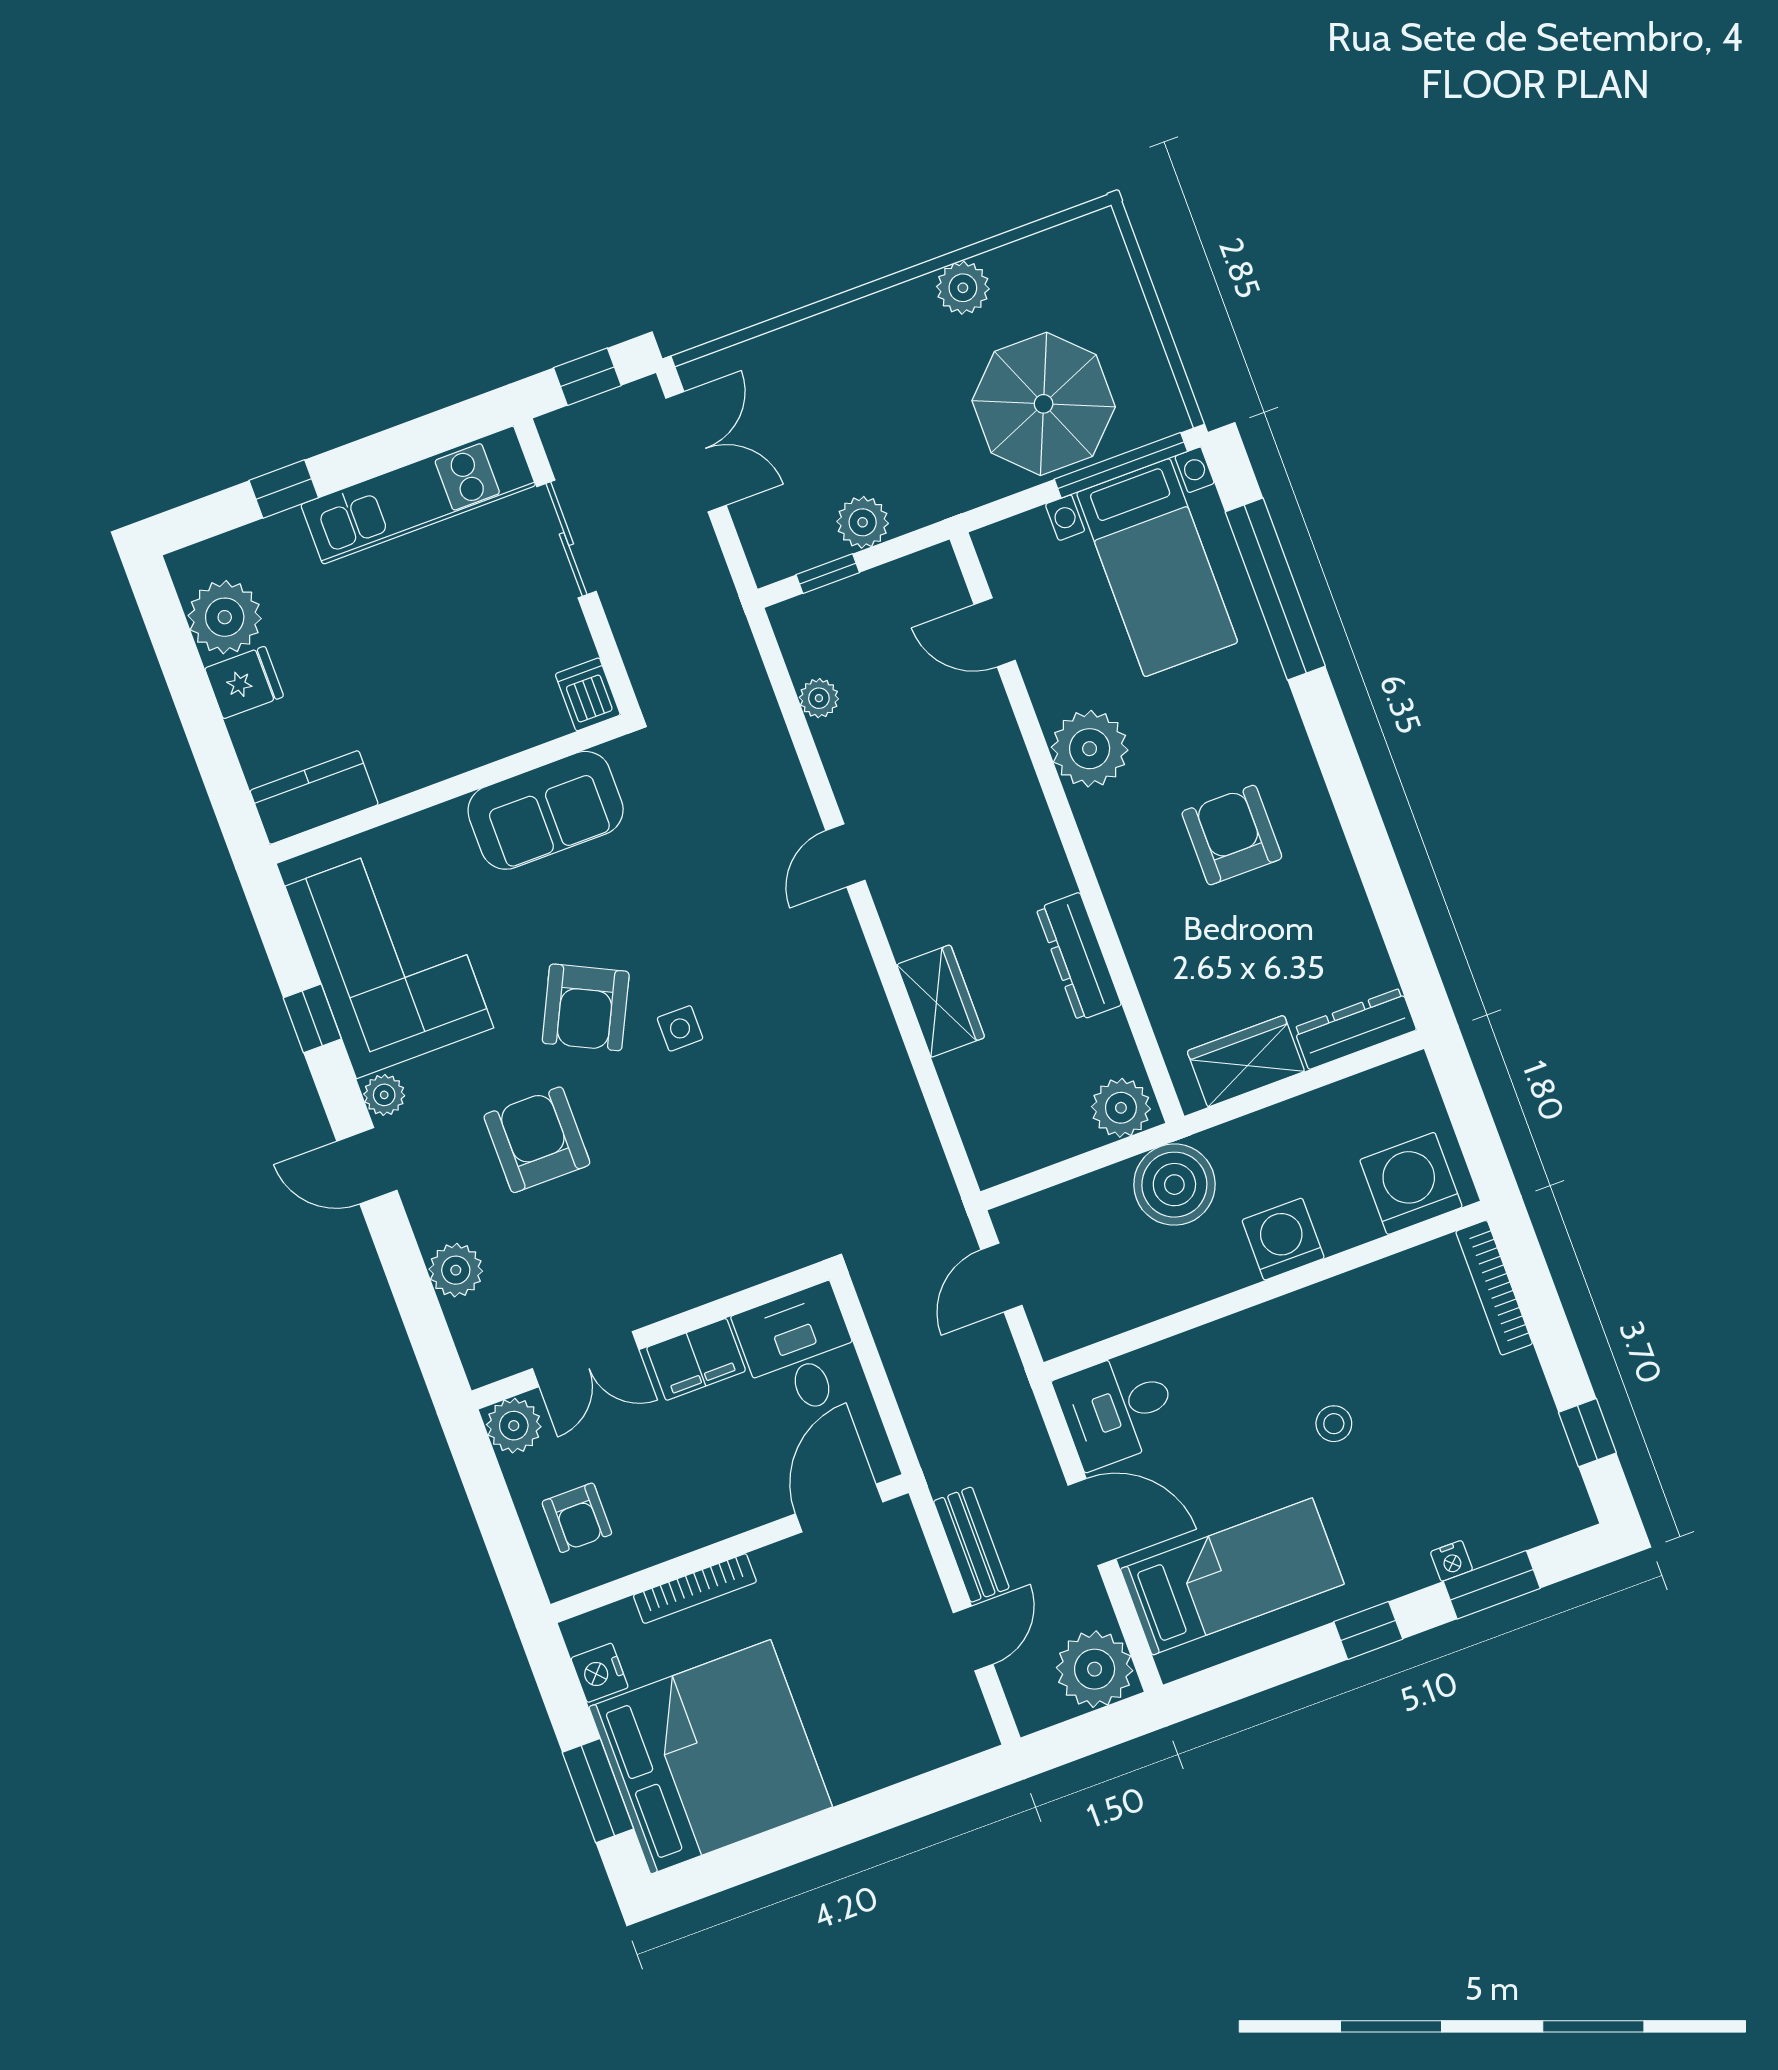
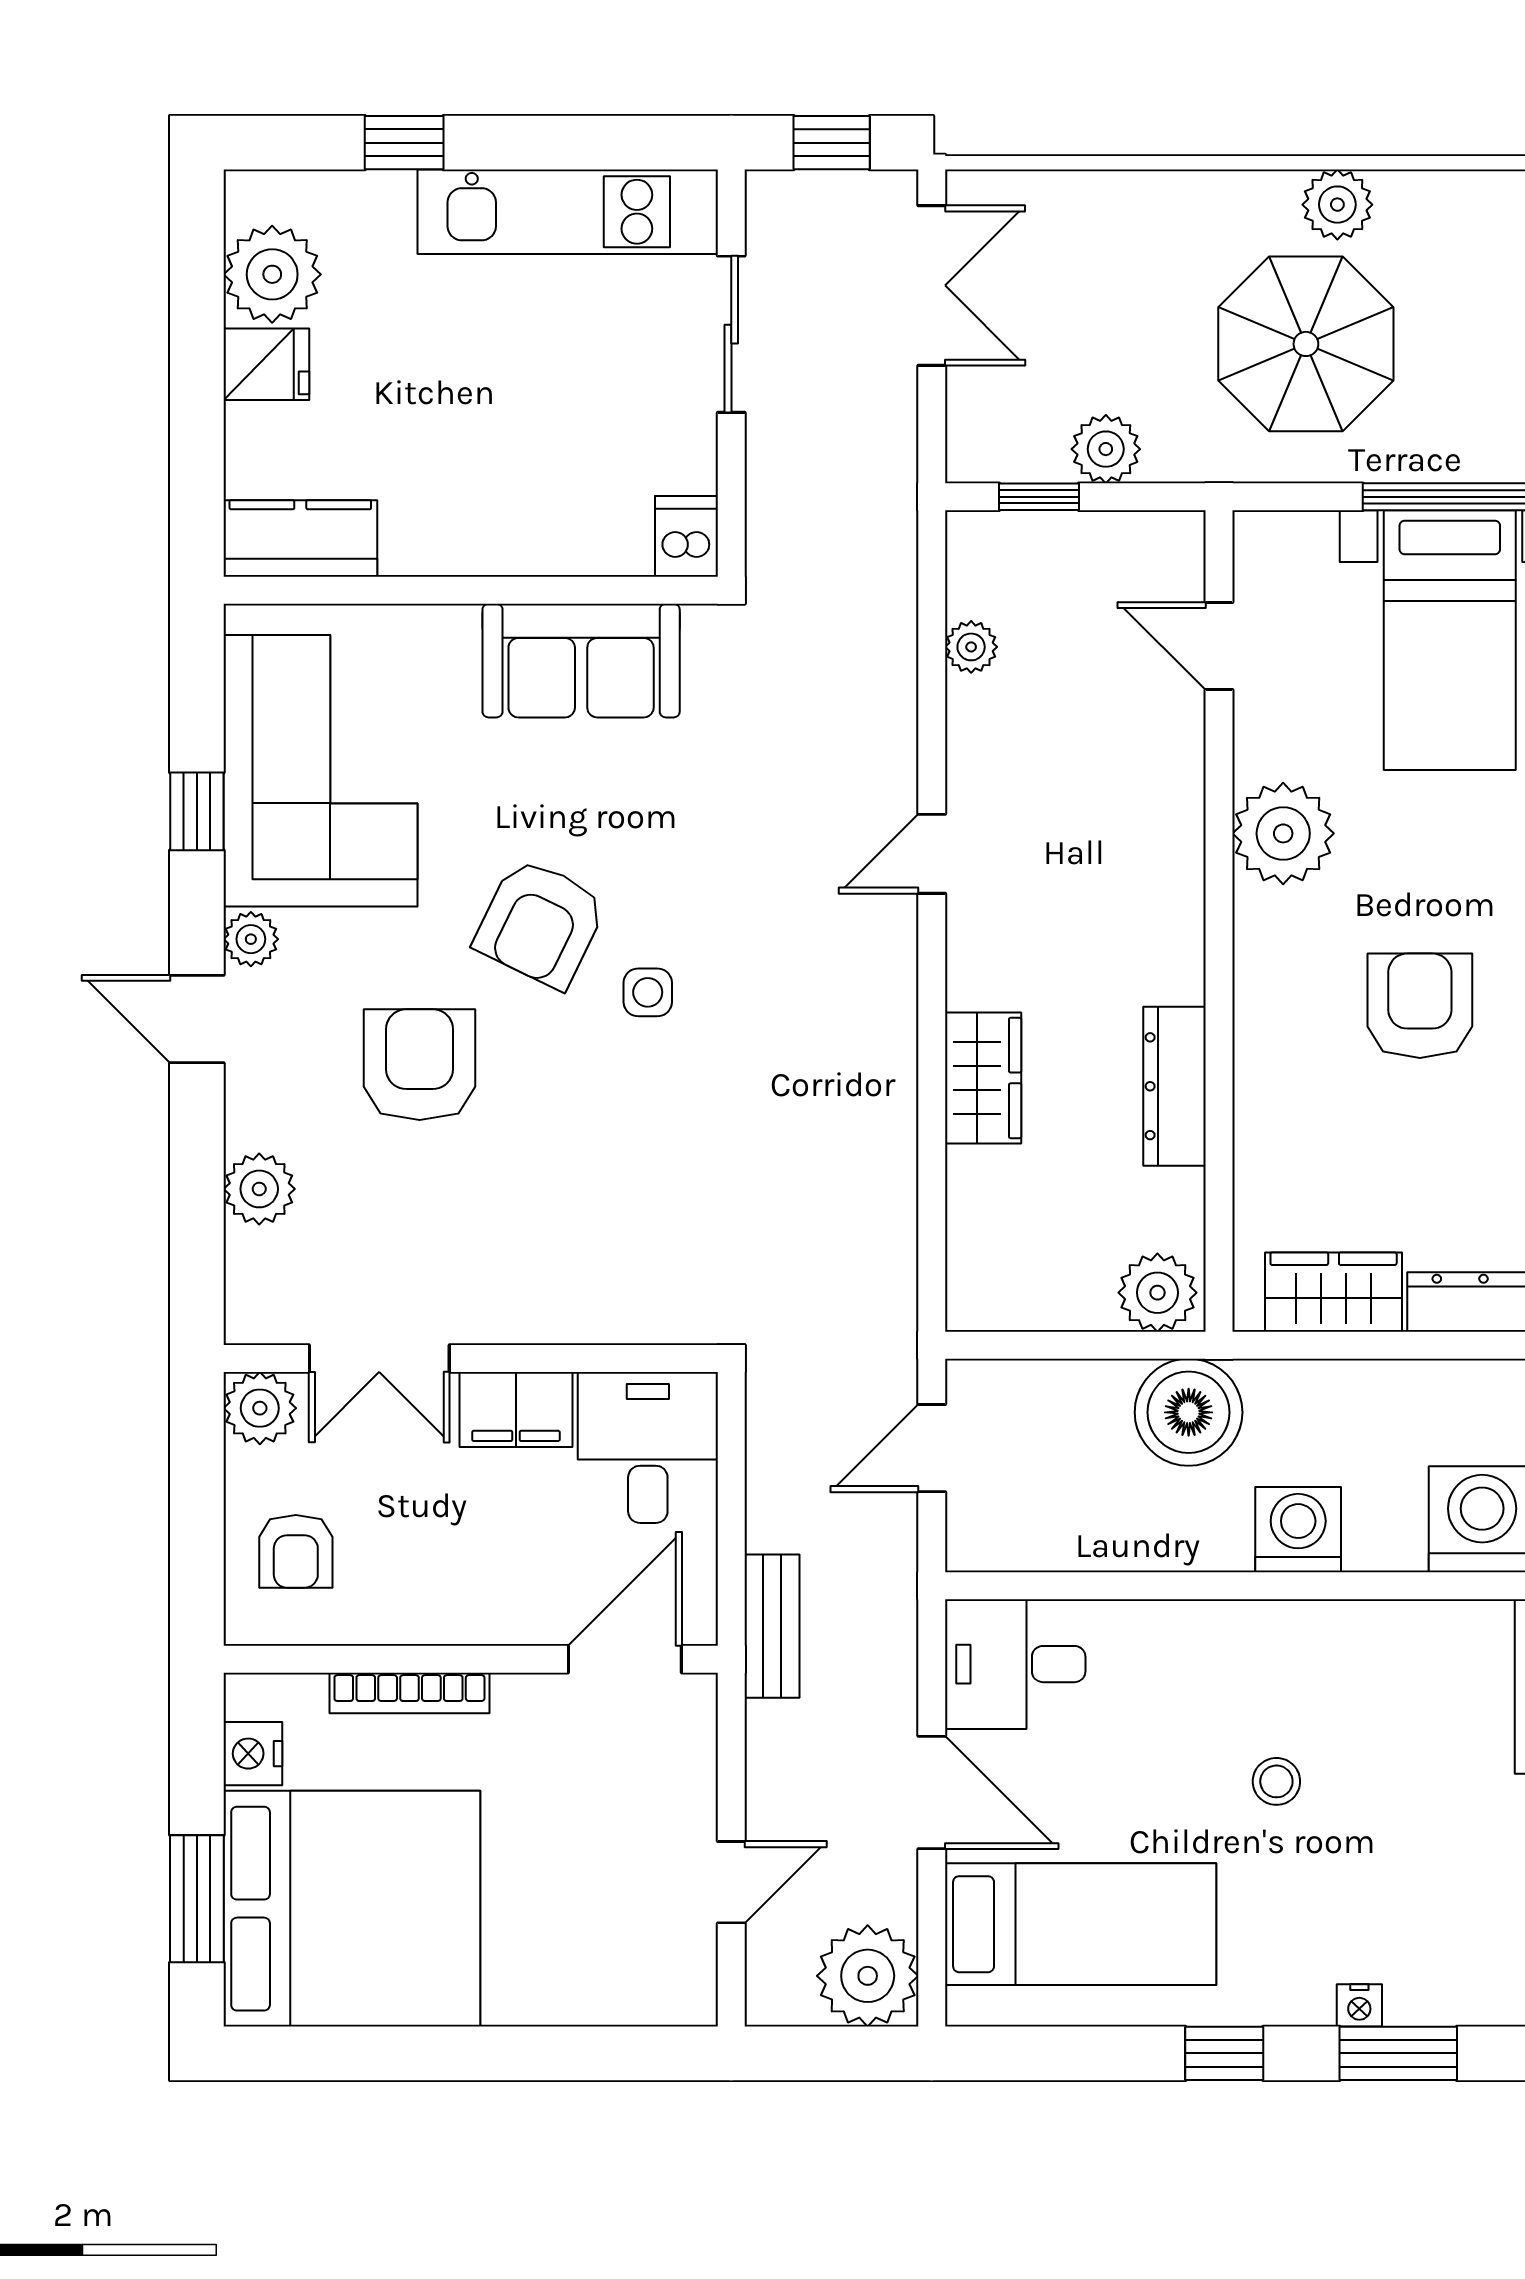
parasol: (1044, 404) -> (1306, 344), moved
bench: (971, 1545) -> (772, 1626), moved

